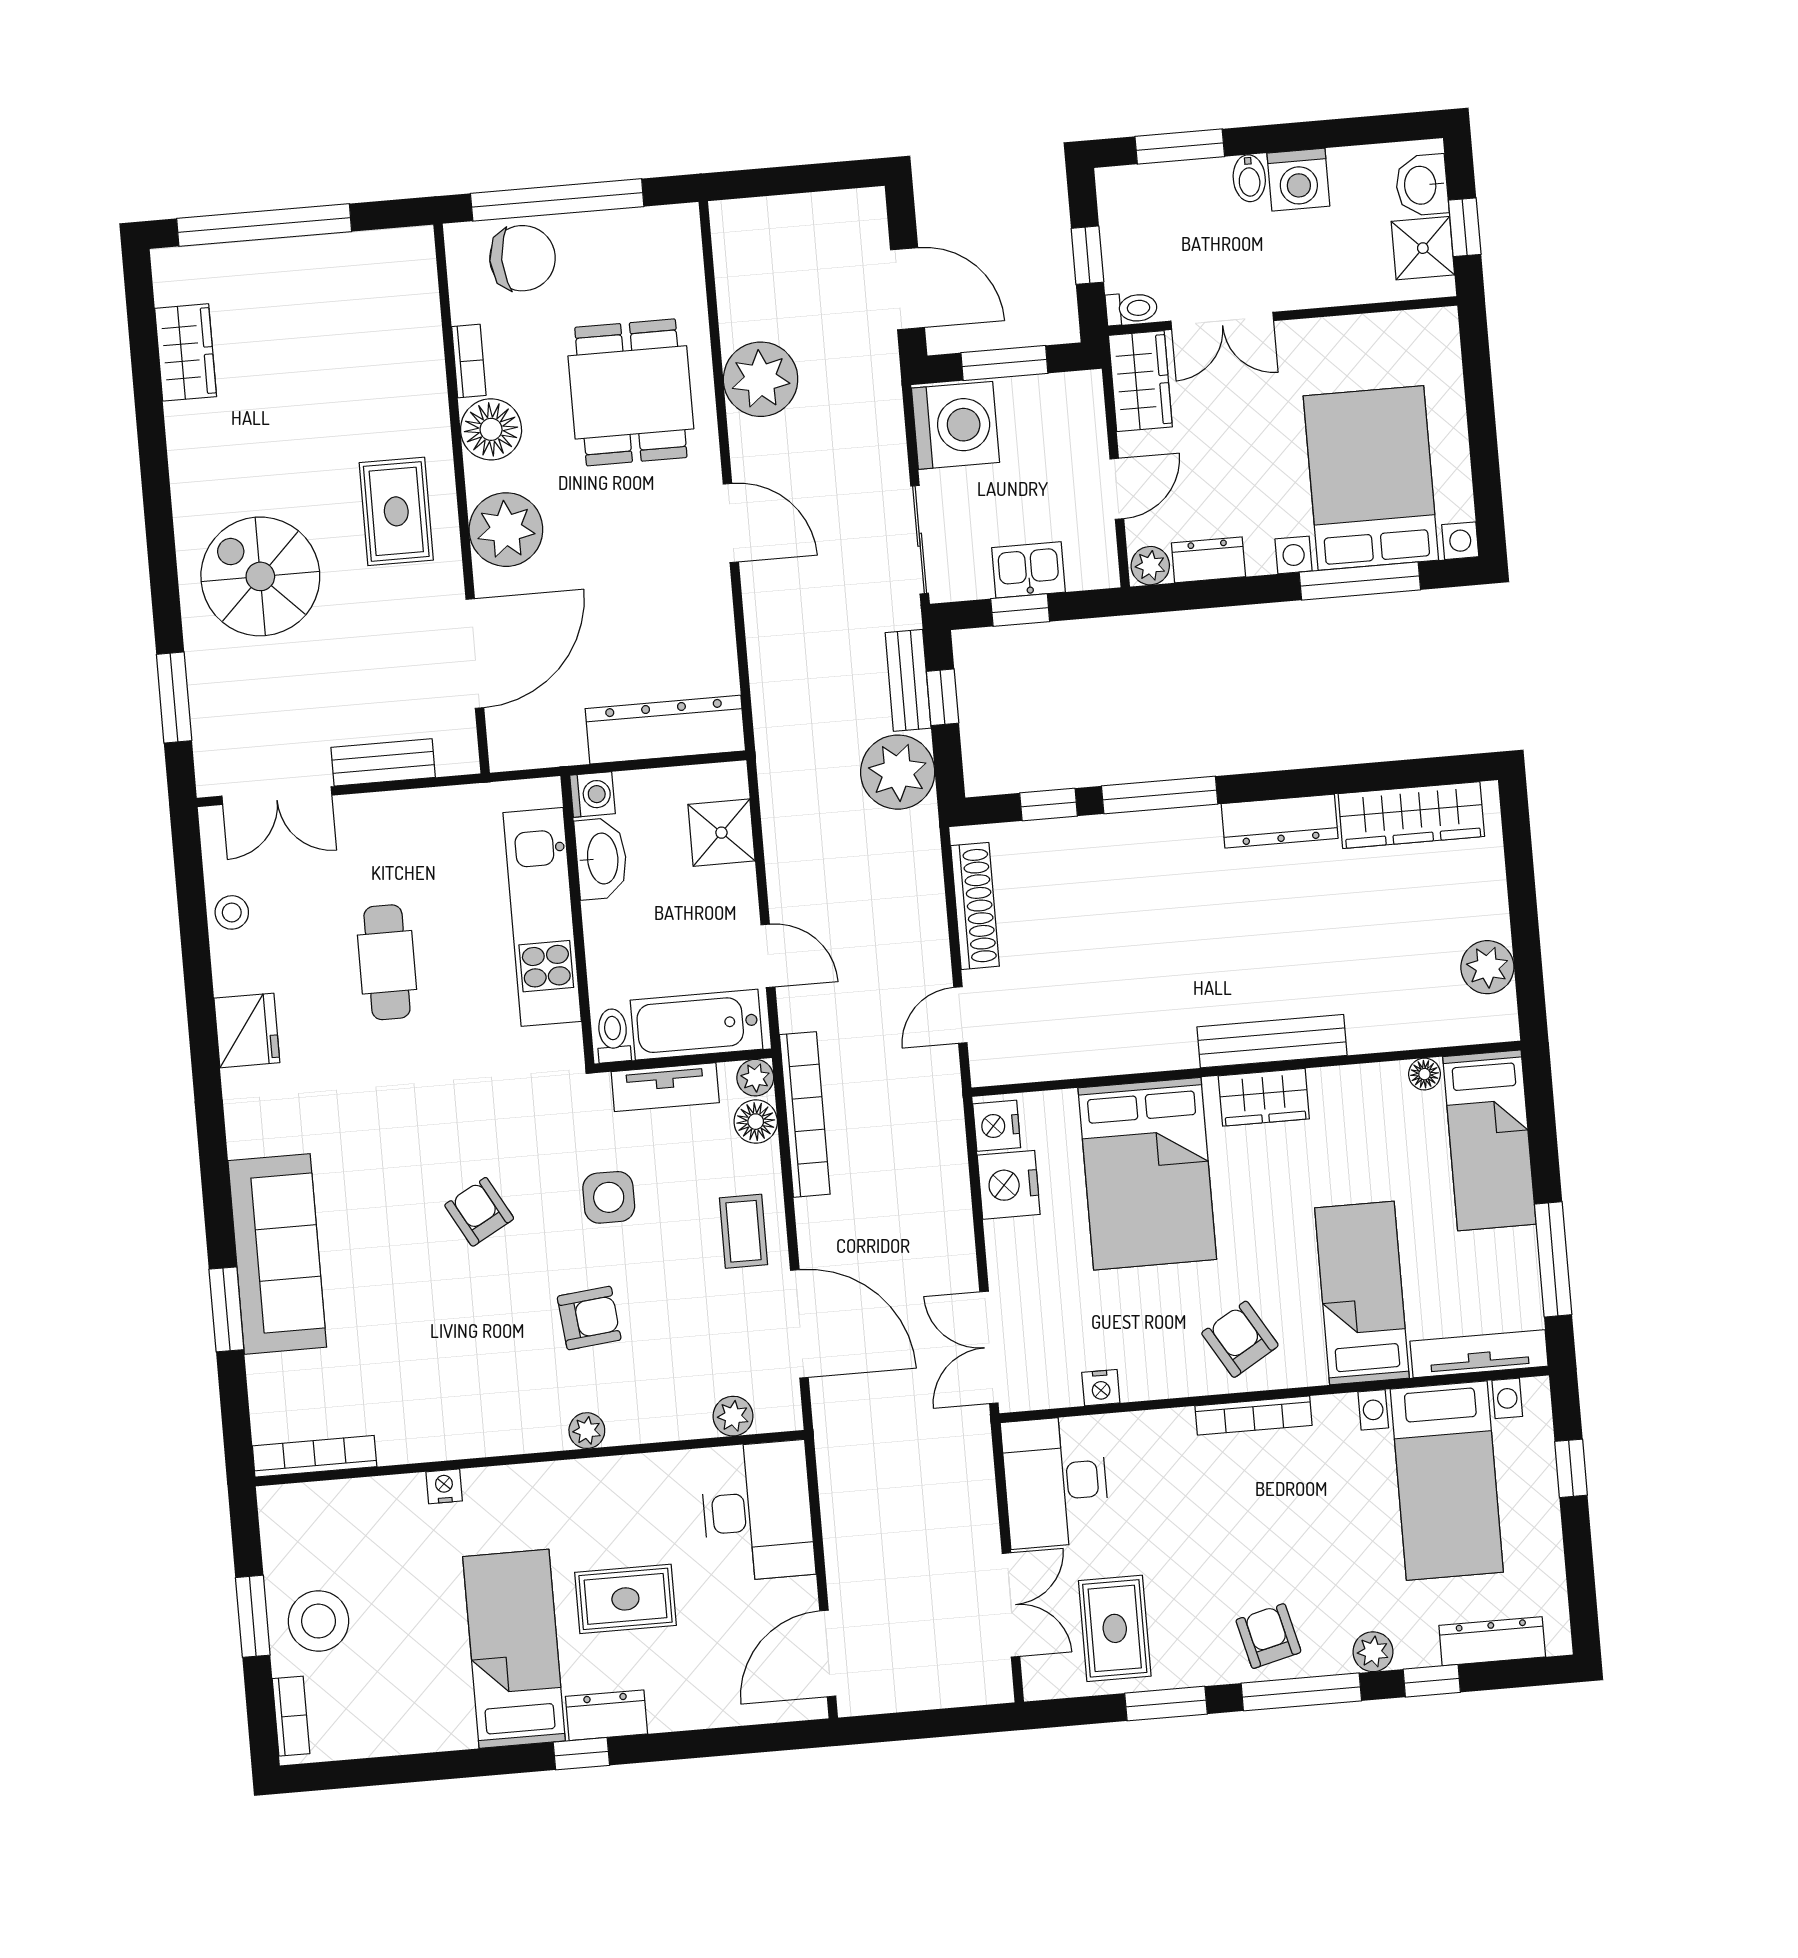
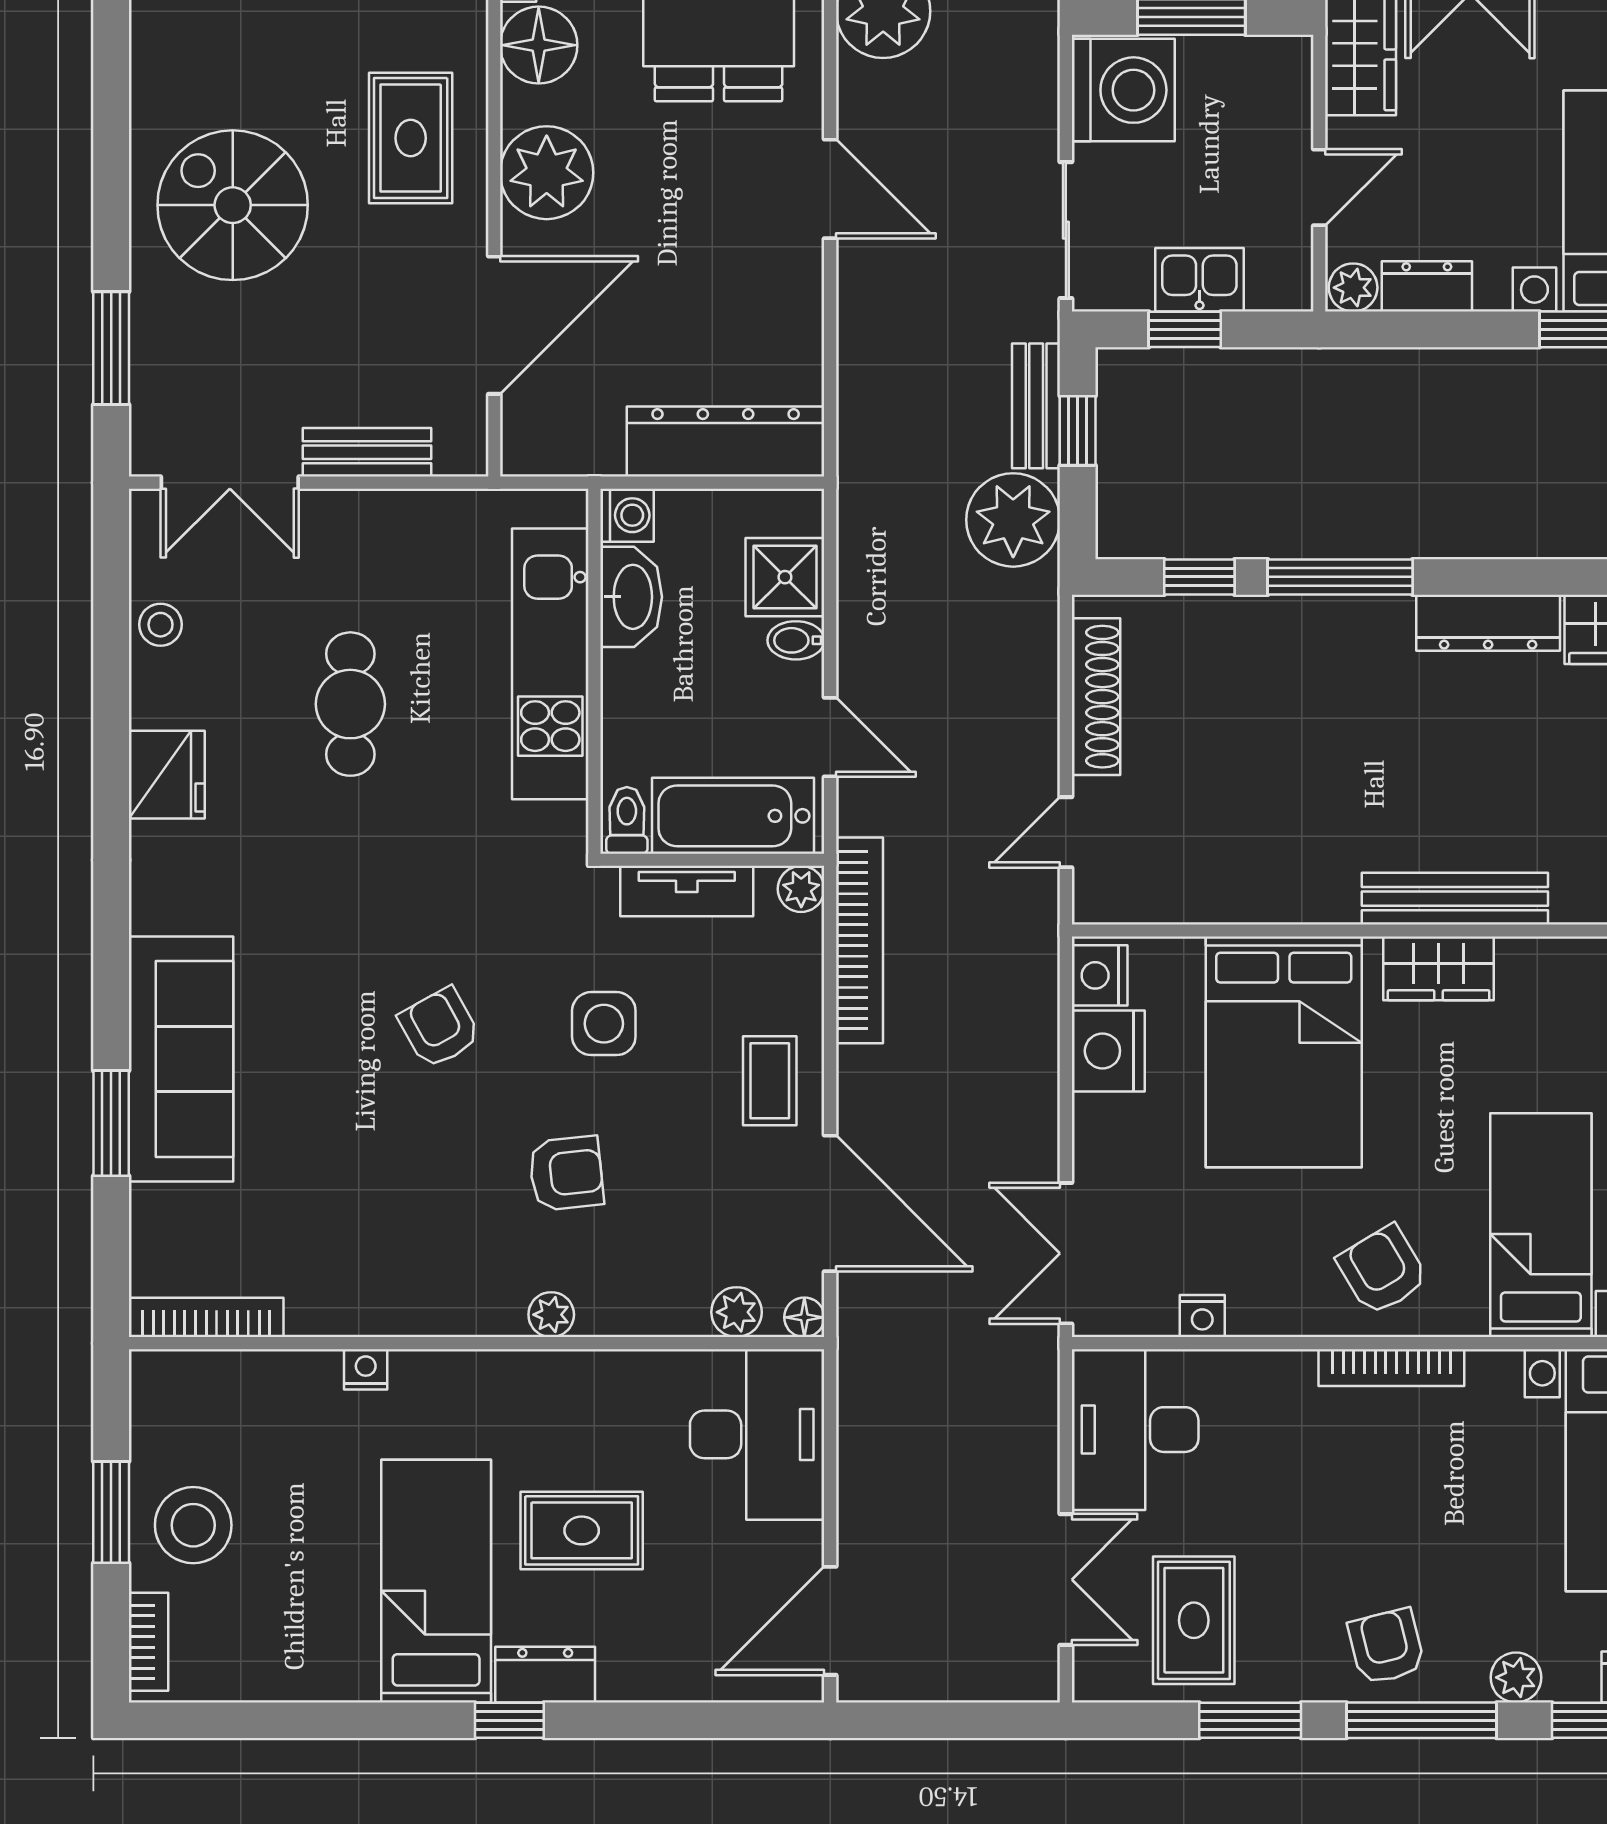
bidet: (734, 882) -> (796, 640), added
floor lamp: (756, 1122) -> (804, 1317), moved, width x0.73, depth x0.73

